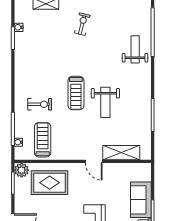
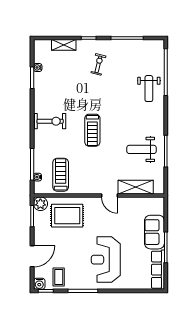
weight bench: (135, 49) -> (149, 89), turned 180
weight bench: (105, 102) -> (141, 149), moved, turned 90
exercise bike: (40, 104) -> (50, 121), moved, width x1.38, depth x1.39

